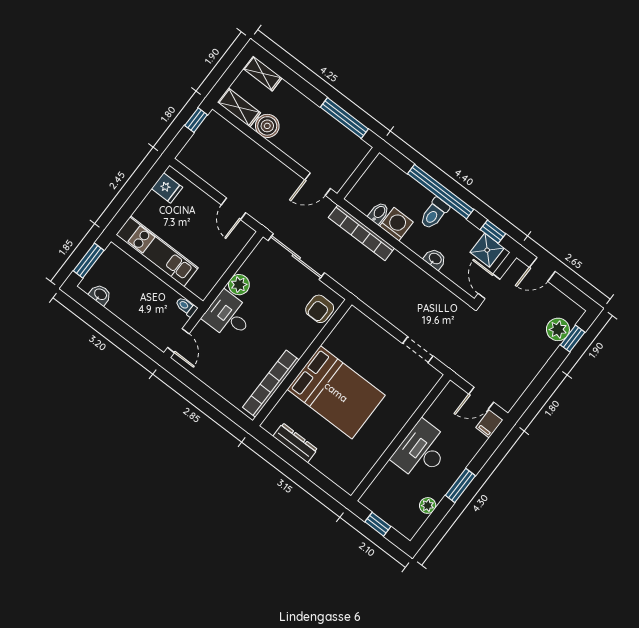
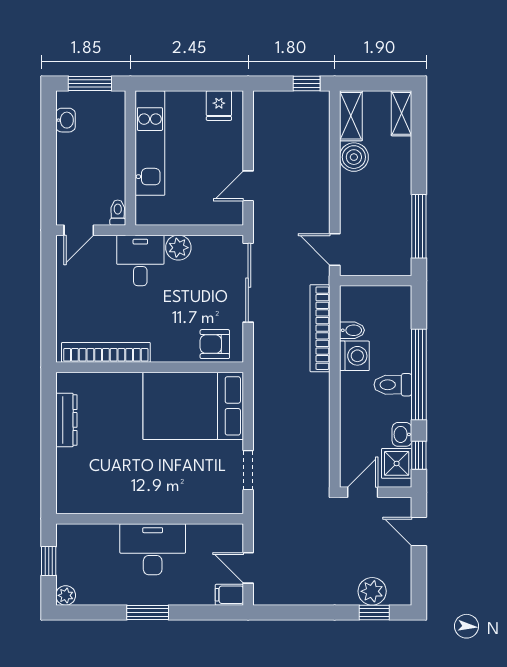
washbasin: (435, 259) -> (402, 434), moved, turned 180
bed: (336, 392) -> (193, 406), moved, turned 90
plant: (428, 505) -> (66, 595), moved

